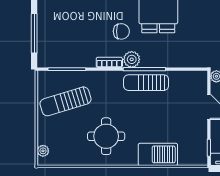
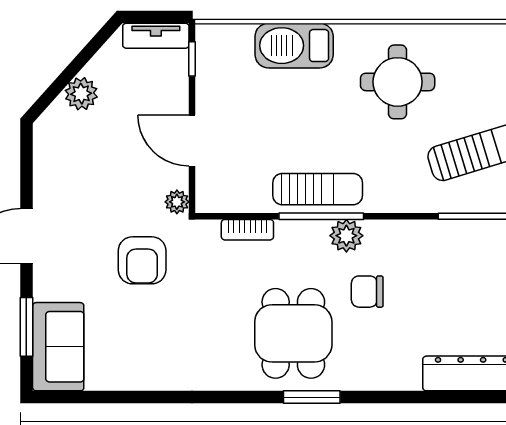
bookcase: (109, 62) -> (247, 230), moved

